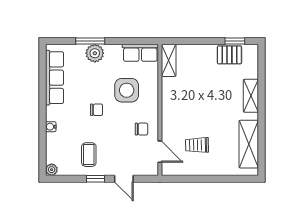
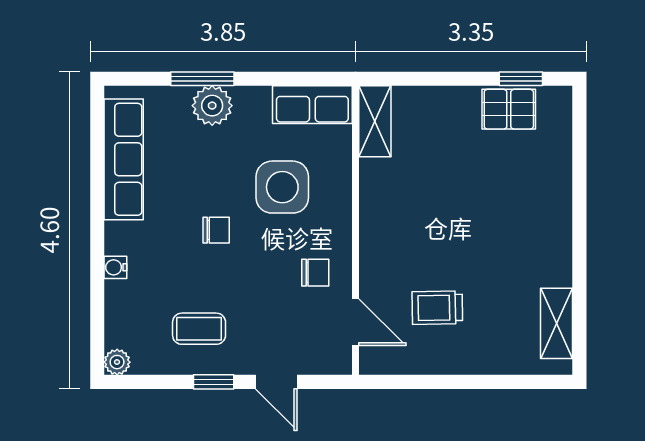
shelving: (251, 96) -> (556, 199), removed
shelving: (249, 144) -> (557, 323), width x0.67, depth x0.75
coffee table: (89, 155) -> (199, 329), turned 90

